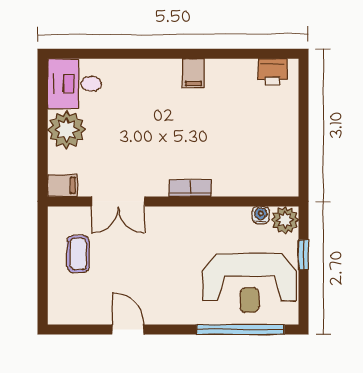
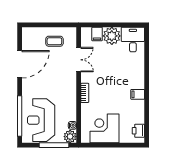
corner desk: (267, 145) -> (105, 128), added
filing cabinet: (62, 185) -> (97, 34), moved
double door: (118, 201) -> (79, 60), swing flipped
window: (303, 255) -> (54, 145), width x2.17
door: (128, 329) -> (20, 64), width x1.88

